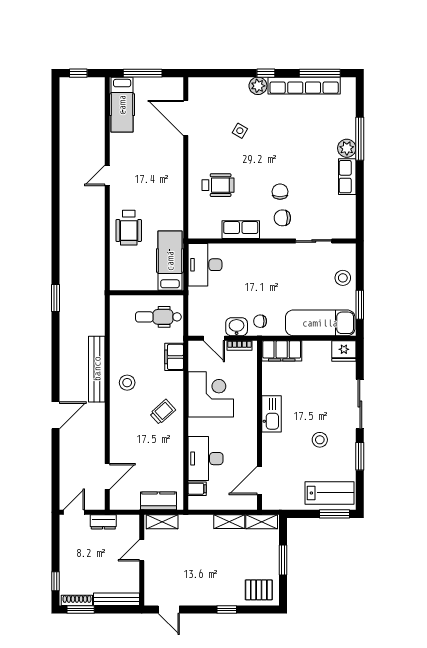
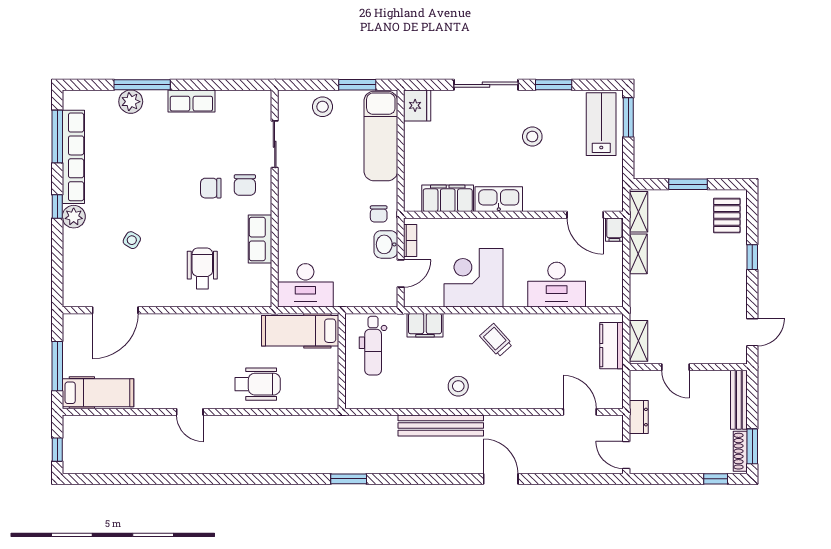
plant: (347, 148) -> (131, 102), moved
filing cabinet: (282, 351) -> (448, 198), moved, turned -90
filing cabinet: (197, 489) -> (614, 230), moved, turned 180

